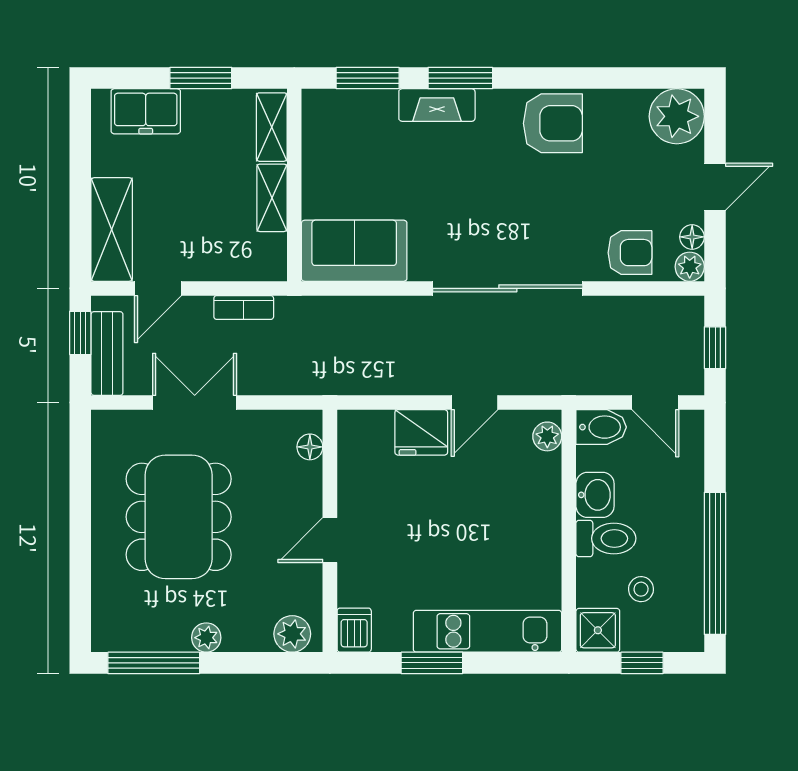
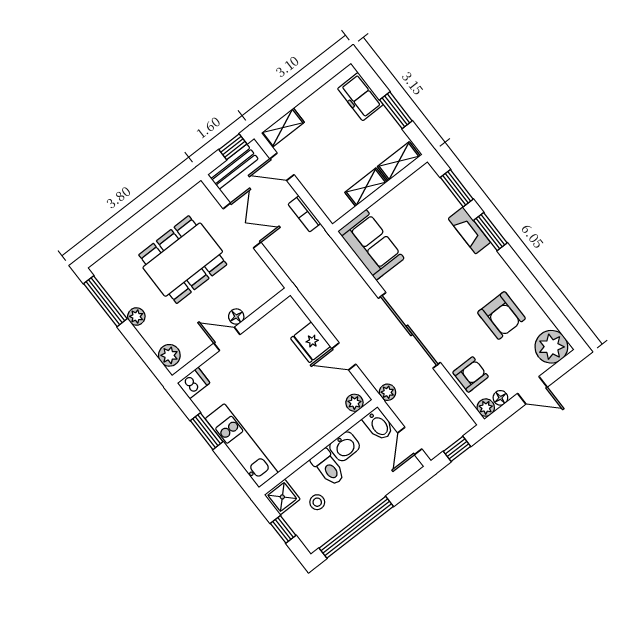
armchair: (553, 123) -> (501, 315), moved
shelving: (112, 230) -> (283, 128), width x0.67, depth x0.75
armchair: (630, 253) -> (471, 374), turned -90
plant: (567, 382) -> (387, 392), added
floor lamp: (310, 447) -> (236, 317), moved

